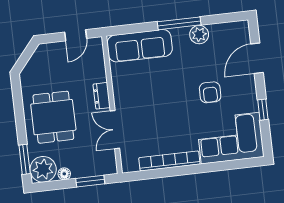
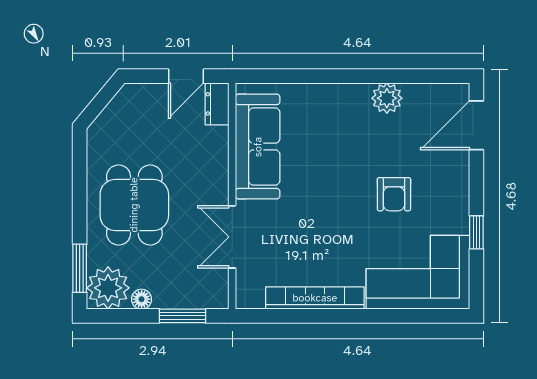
window: (179, 23) -> (357, 76), removed
sofa: (140, 46) -> (258, 147), moved, turned -90
door: (257, 58) -> (476, 125), moved
dresser: (102, 96) -> (217, 104), moved

